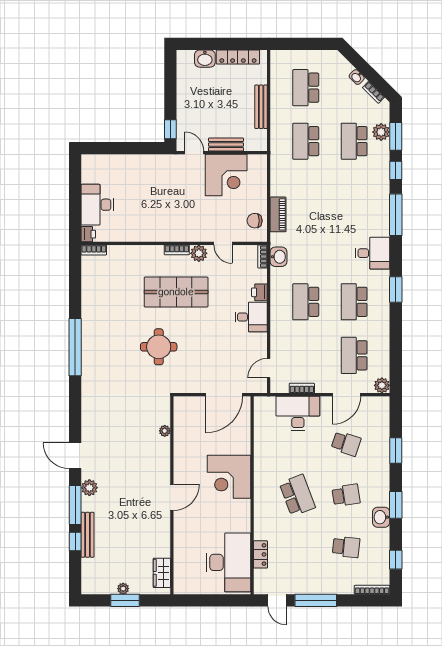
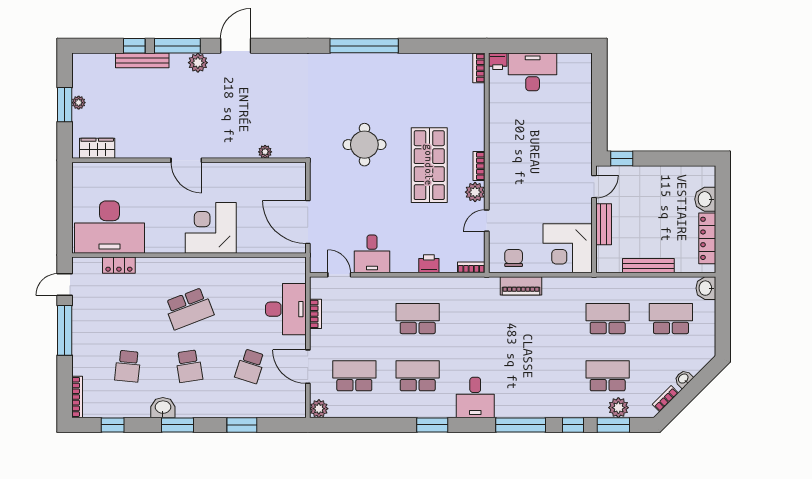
corner desk: (226, 175) -> (568, 248), moved
washbasin: (278, 257) -> (706, 288), moved, turned 90
desk: (251, 317) -> (372, 254), moved

